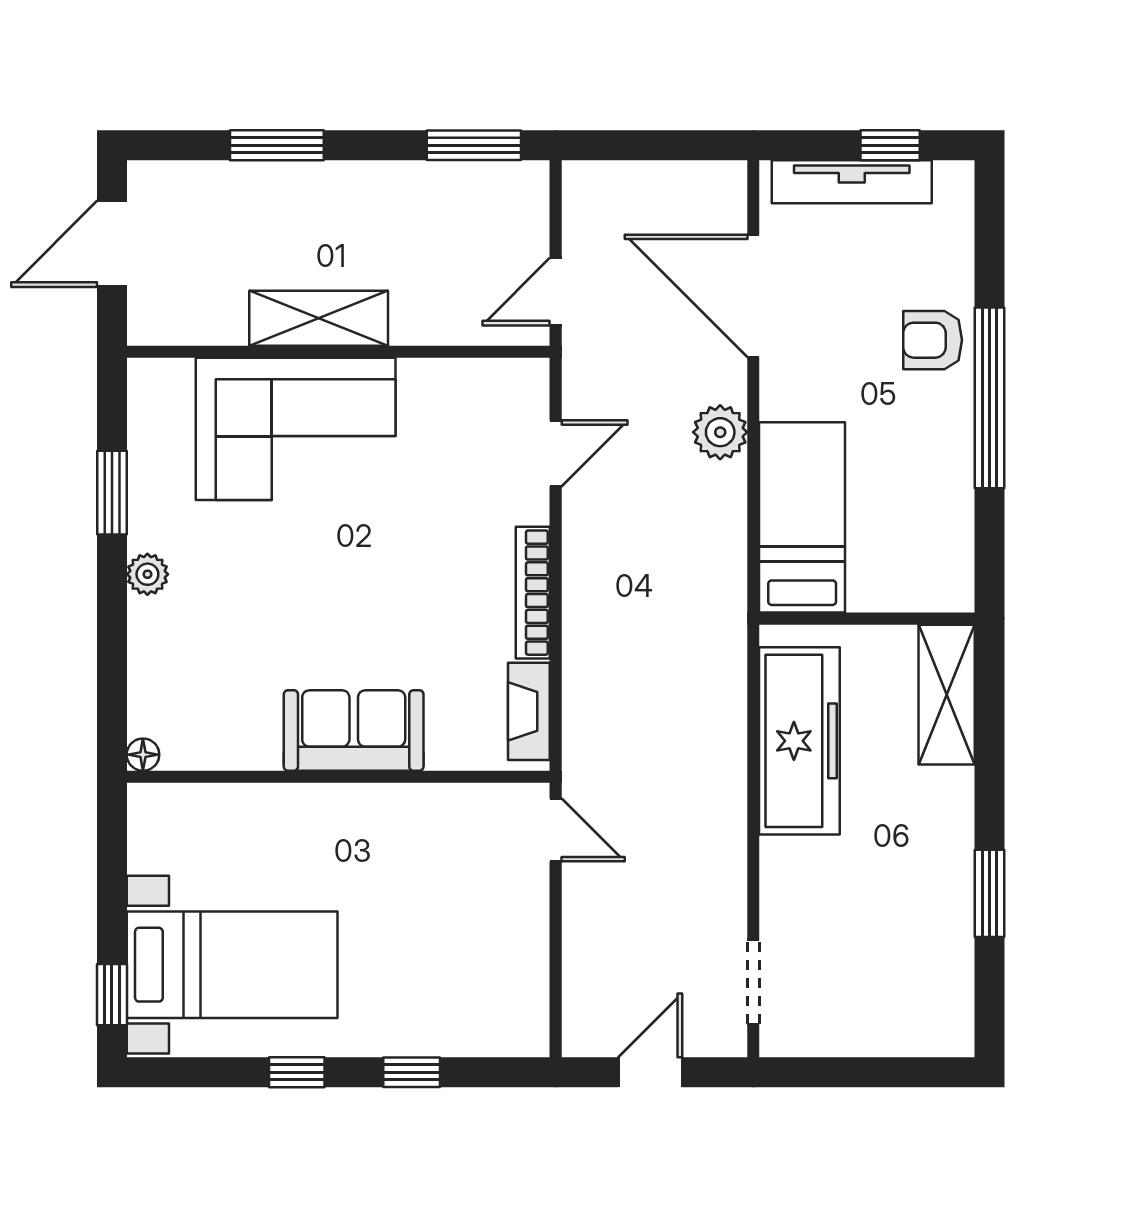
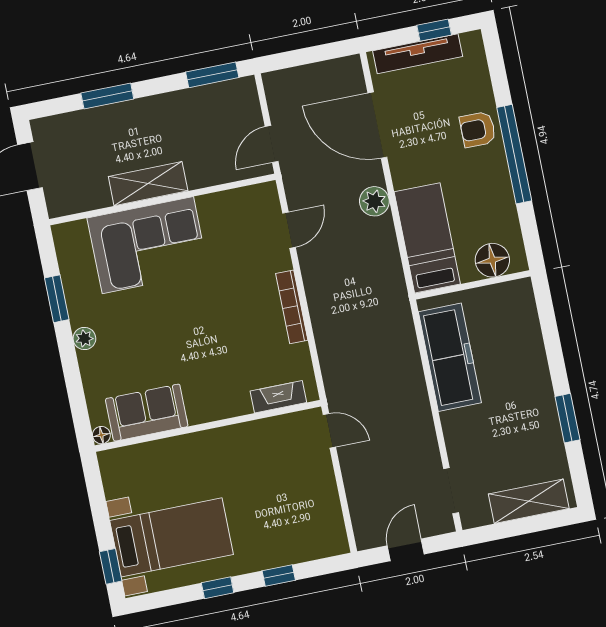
floor lamp: (912, 581) -> (492, 260), added
shelving: (947, 695) -> (529, 501), moved, turned 90
fireplace: (529, 711) -> (278, 397), moved, turned 90
sofa: (354, 730) -> (147, 413), moved

